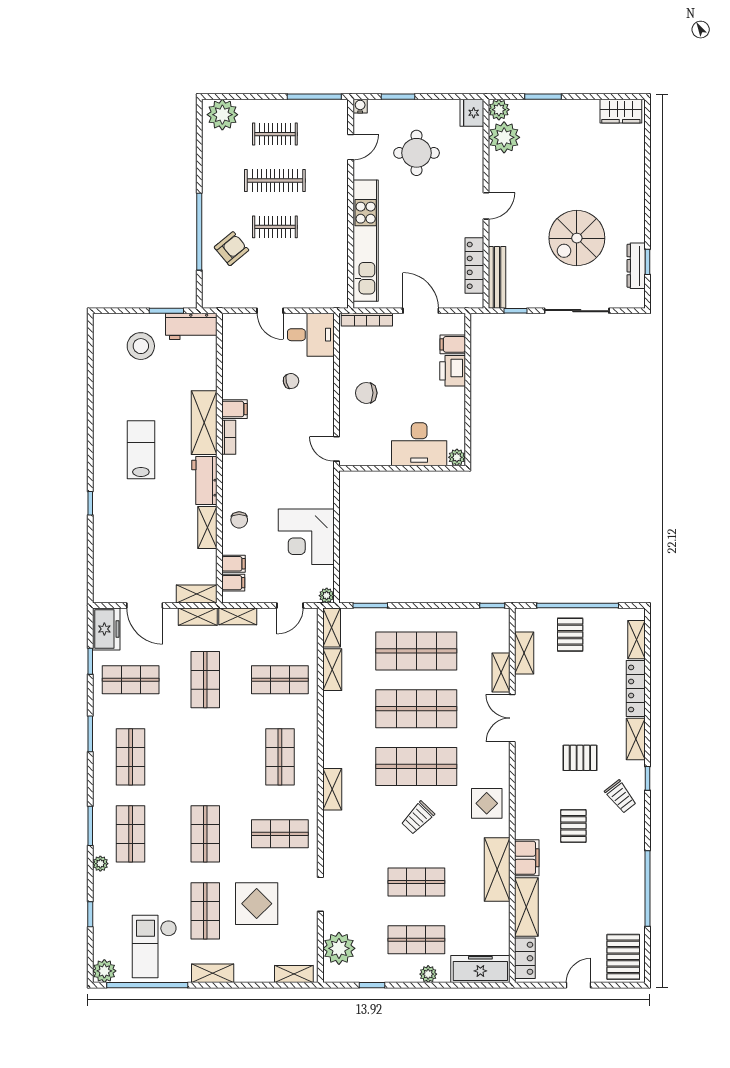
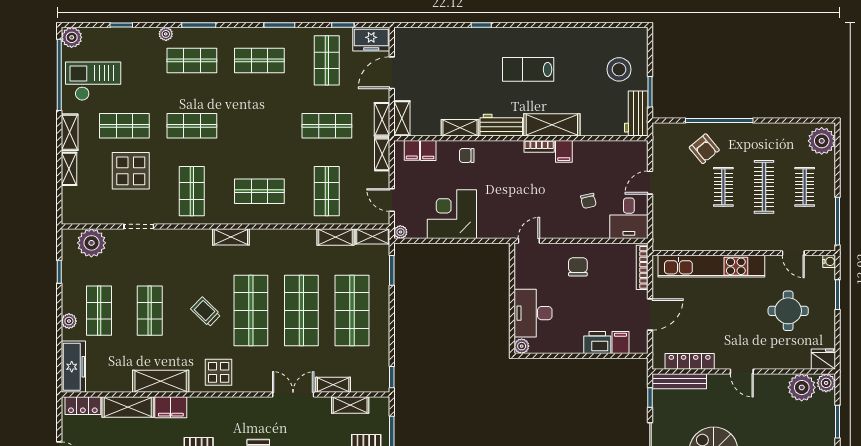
lab bench: (141, 450) -> (528, 69), turned 180
shelving: (294, 974) -> (69, 169), moved

